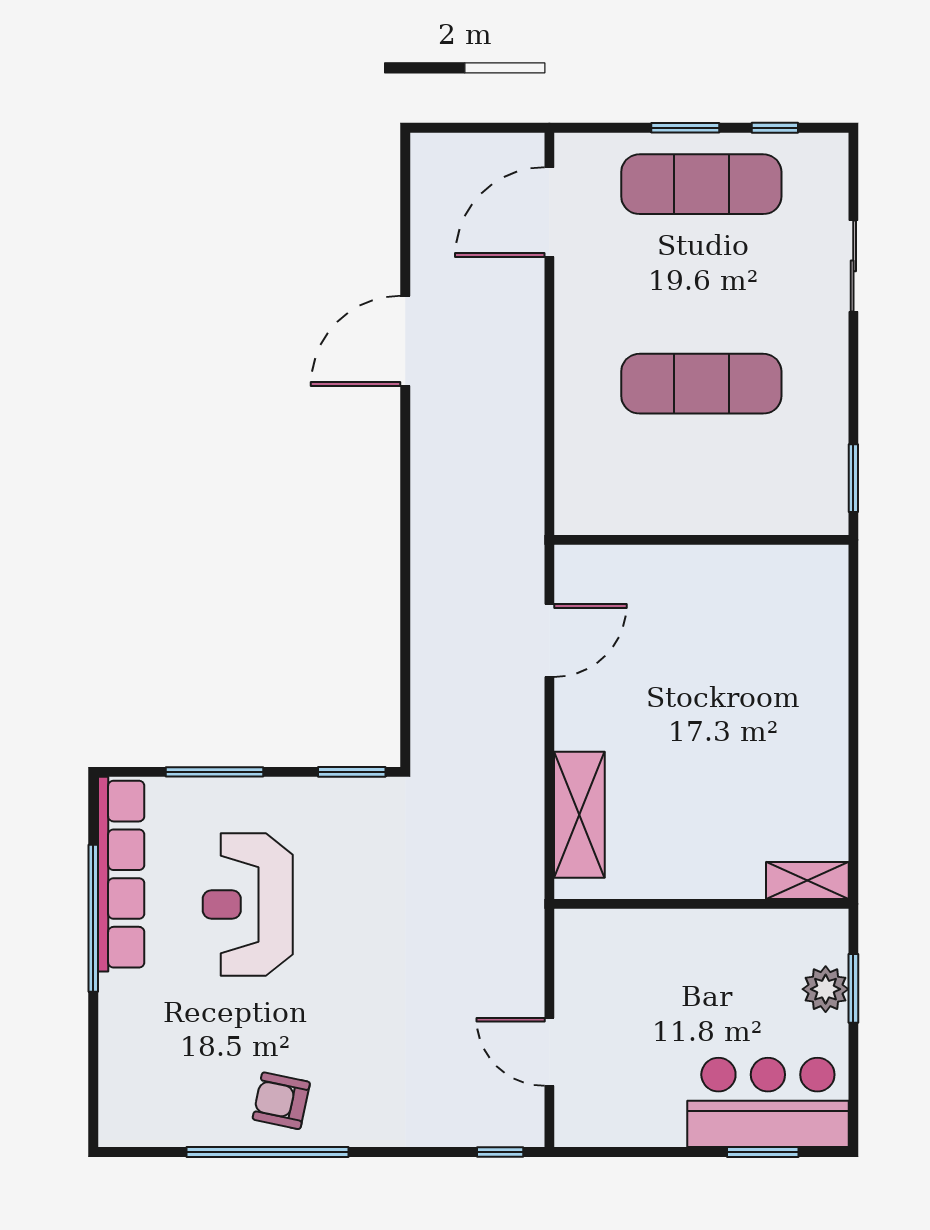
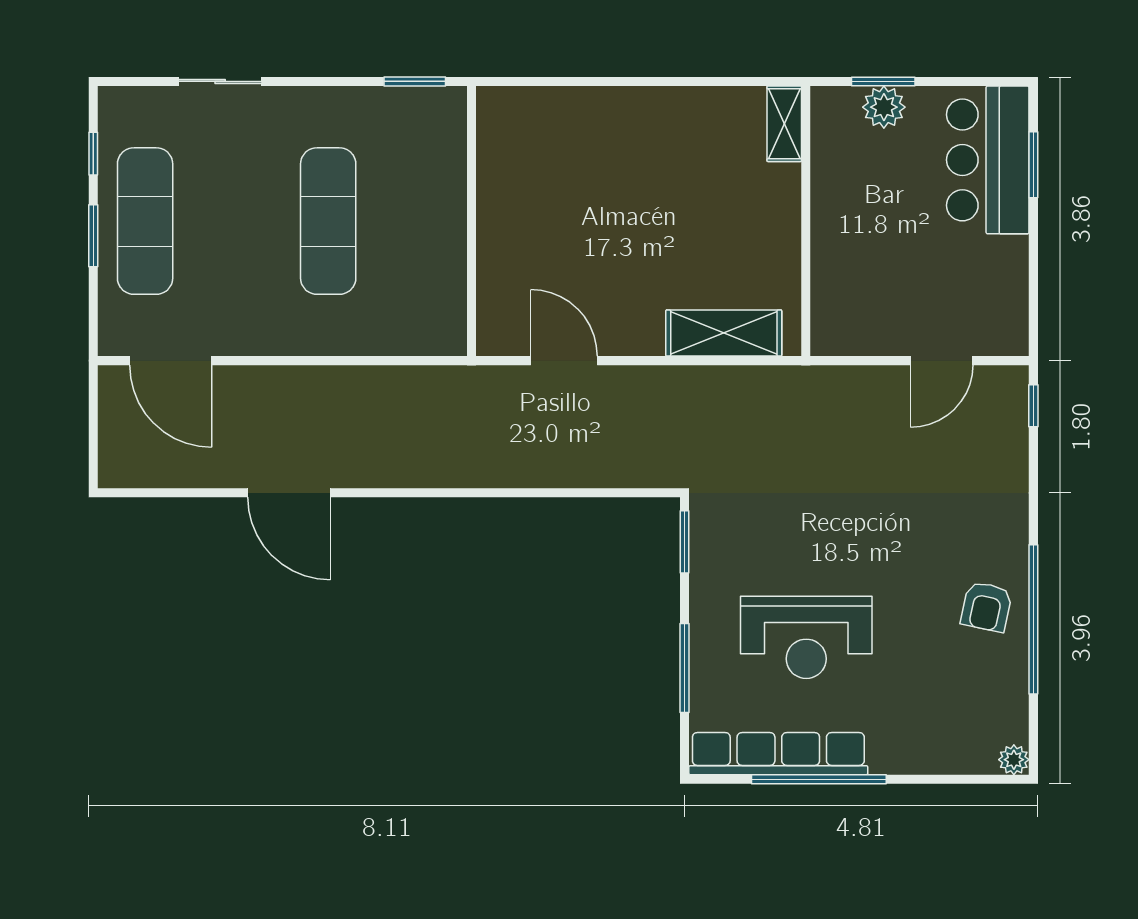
plant: (115, 1131) -> (1014, 760), added

